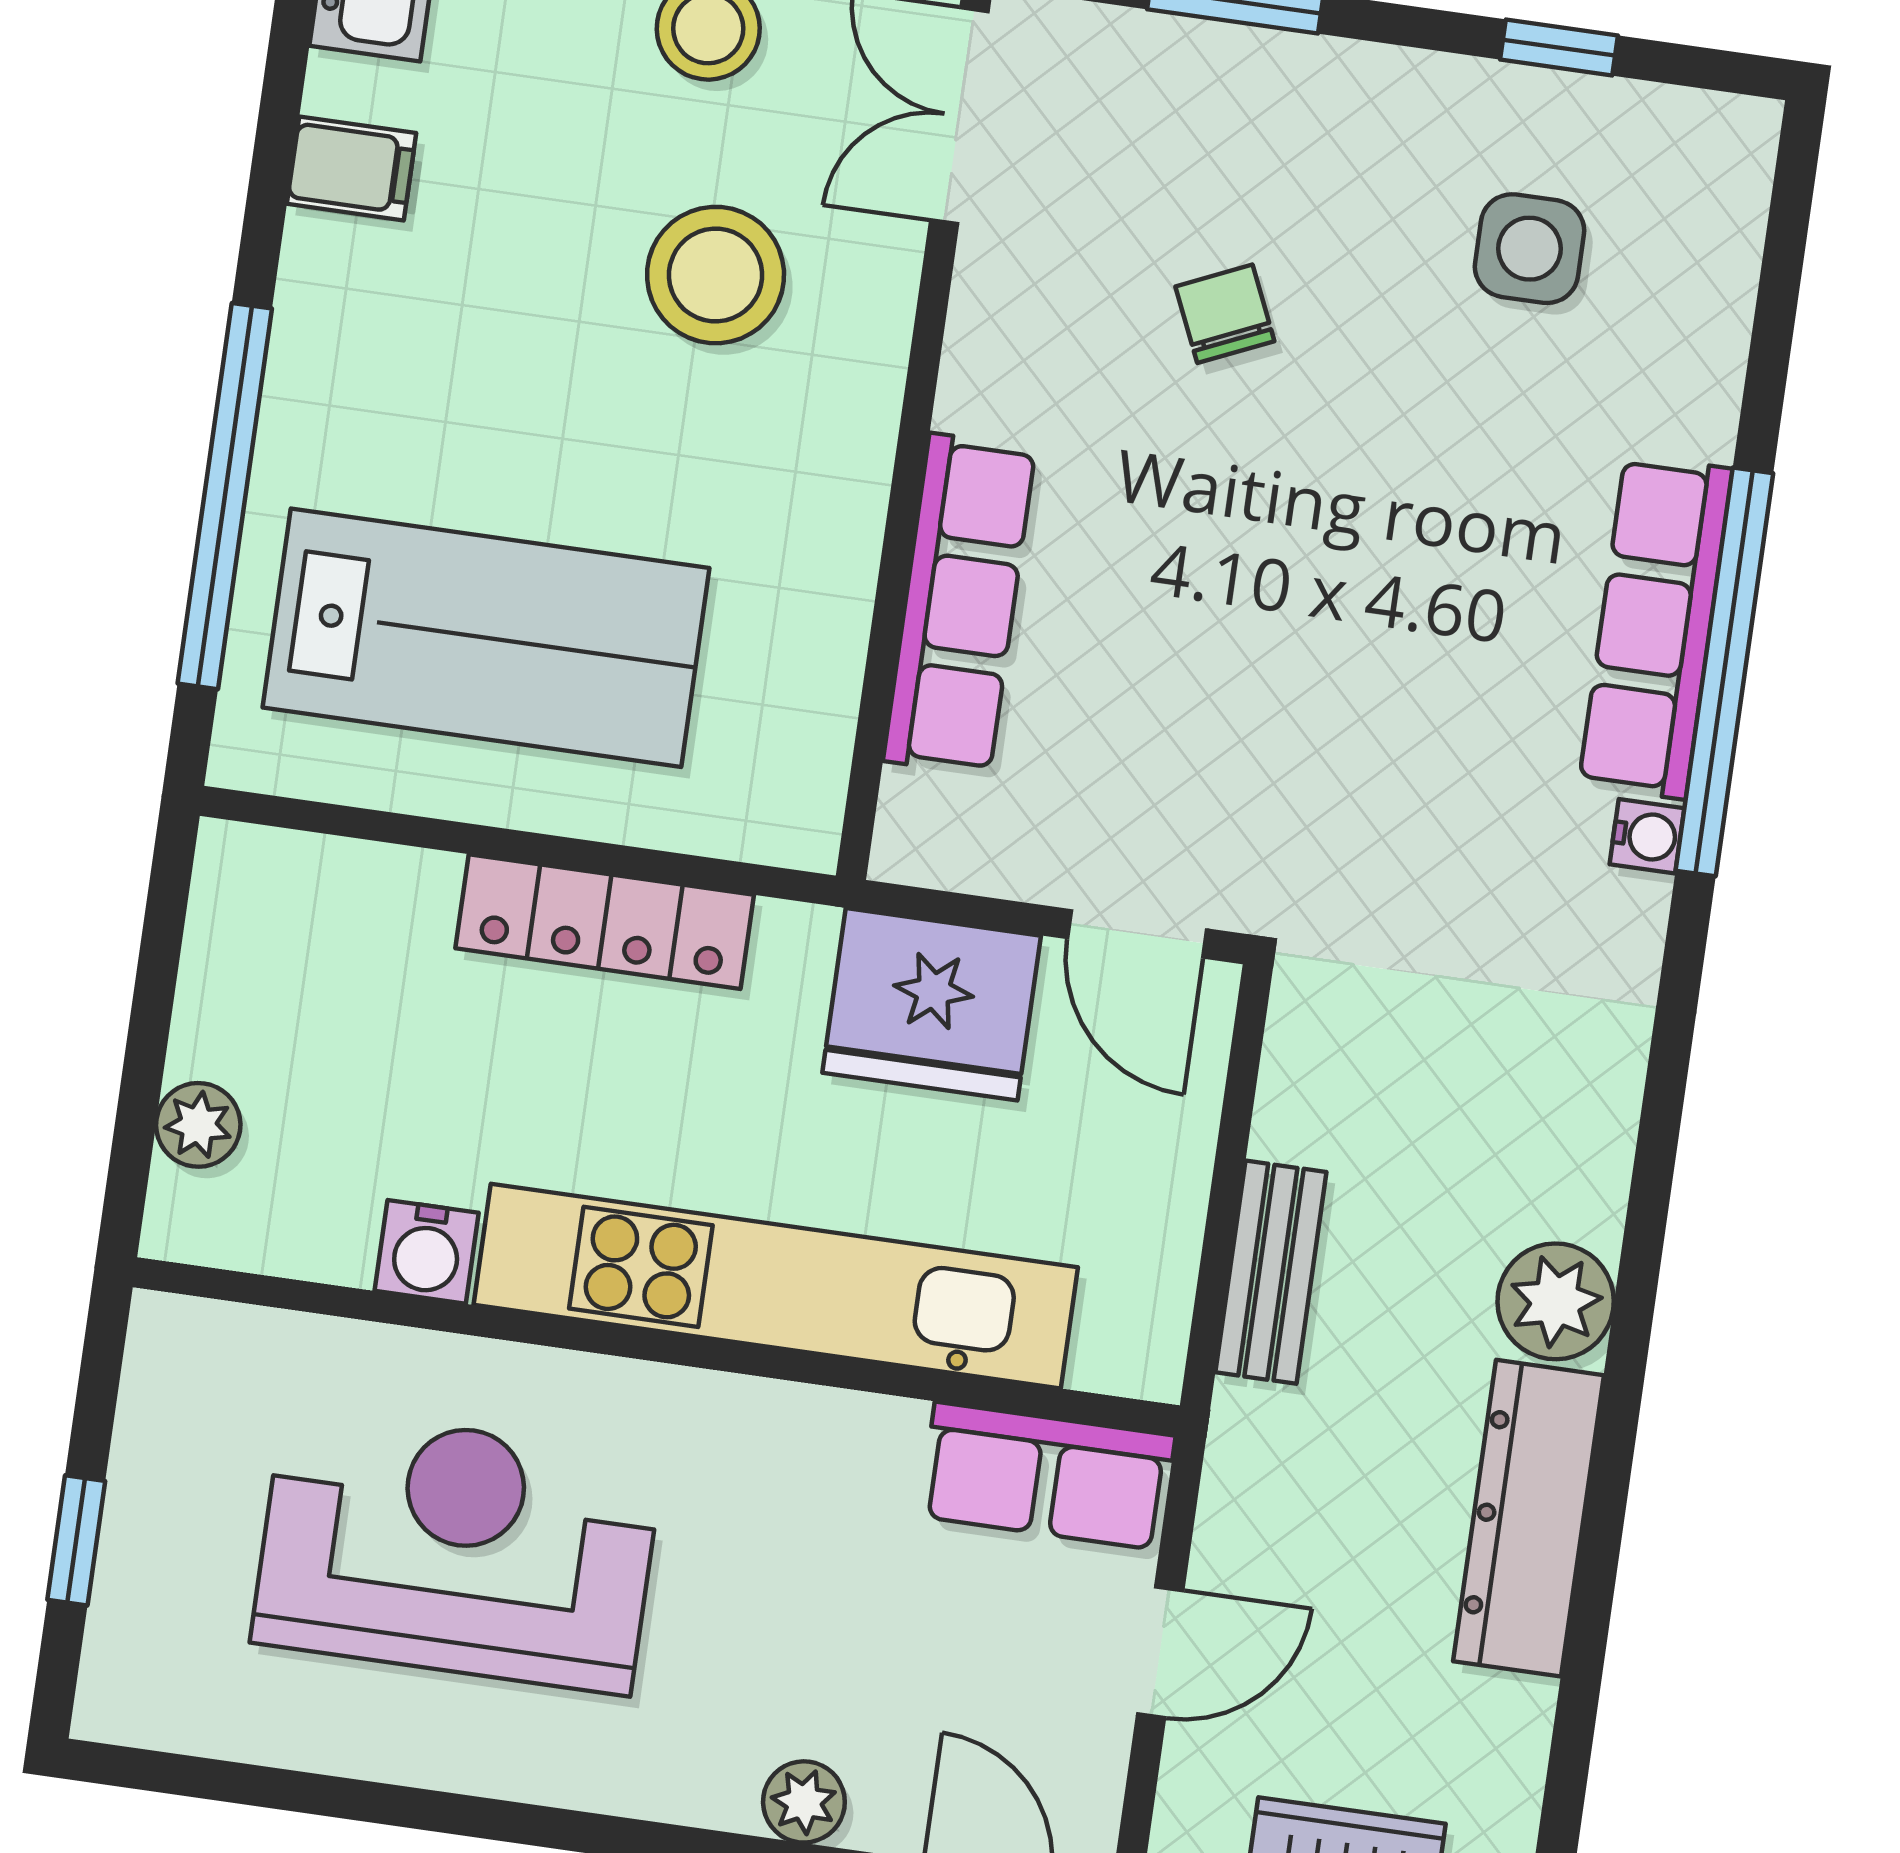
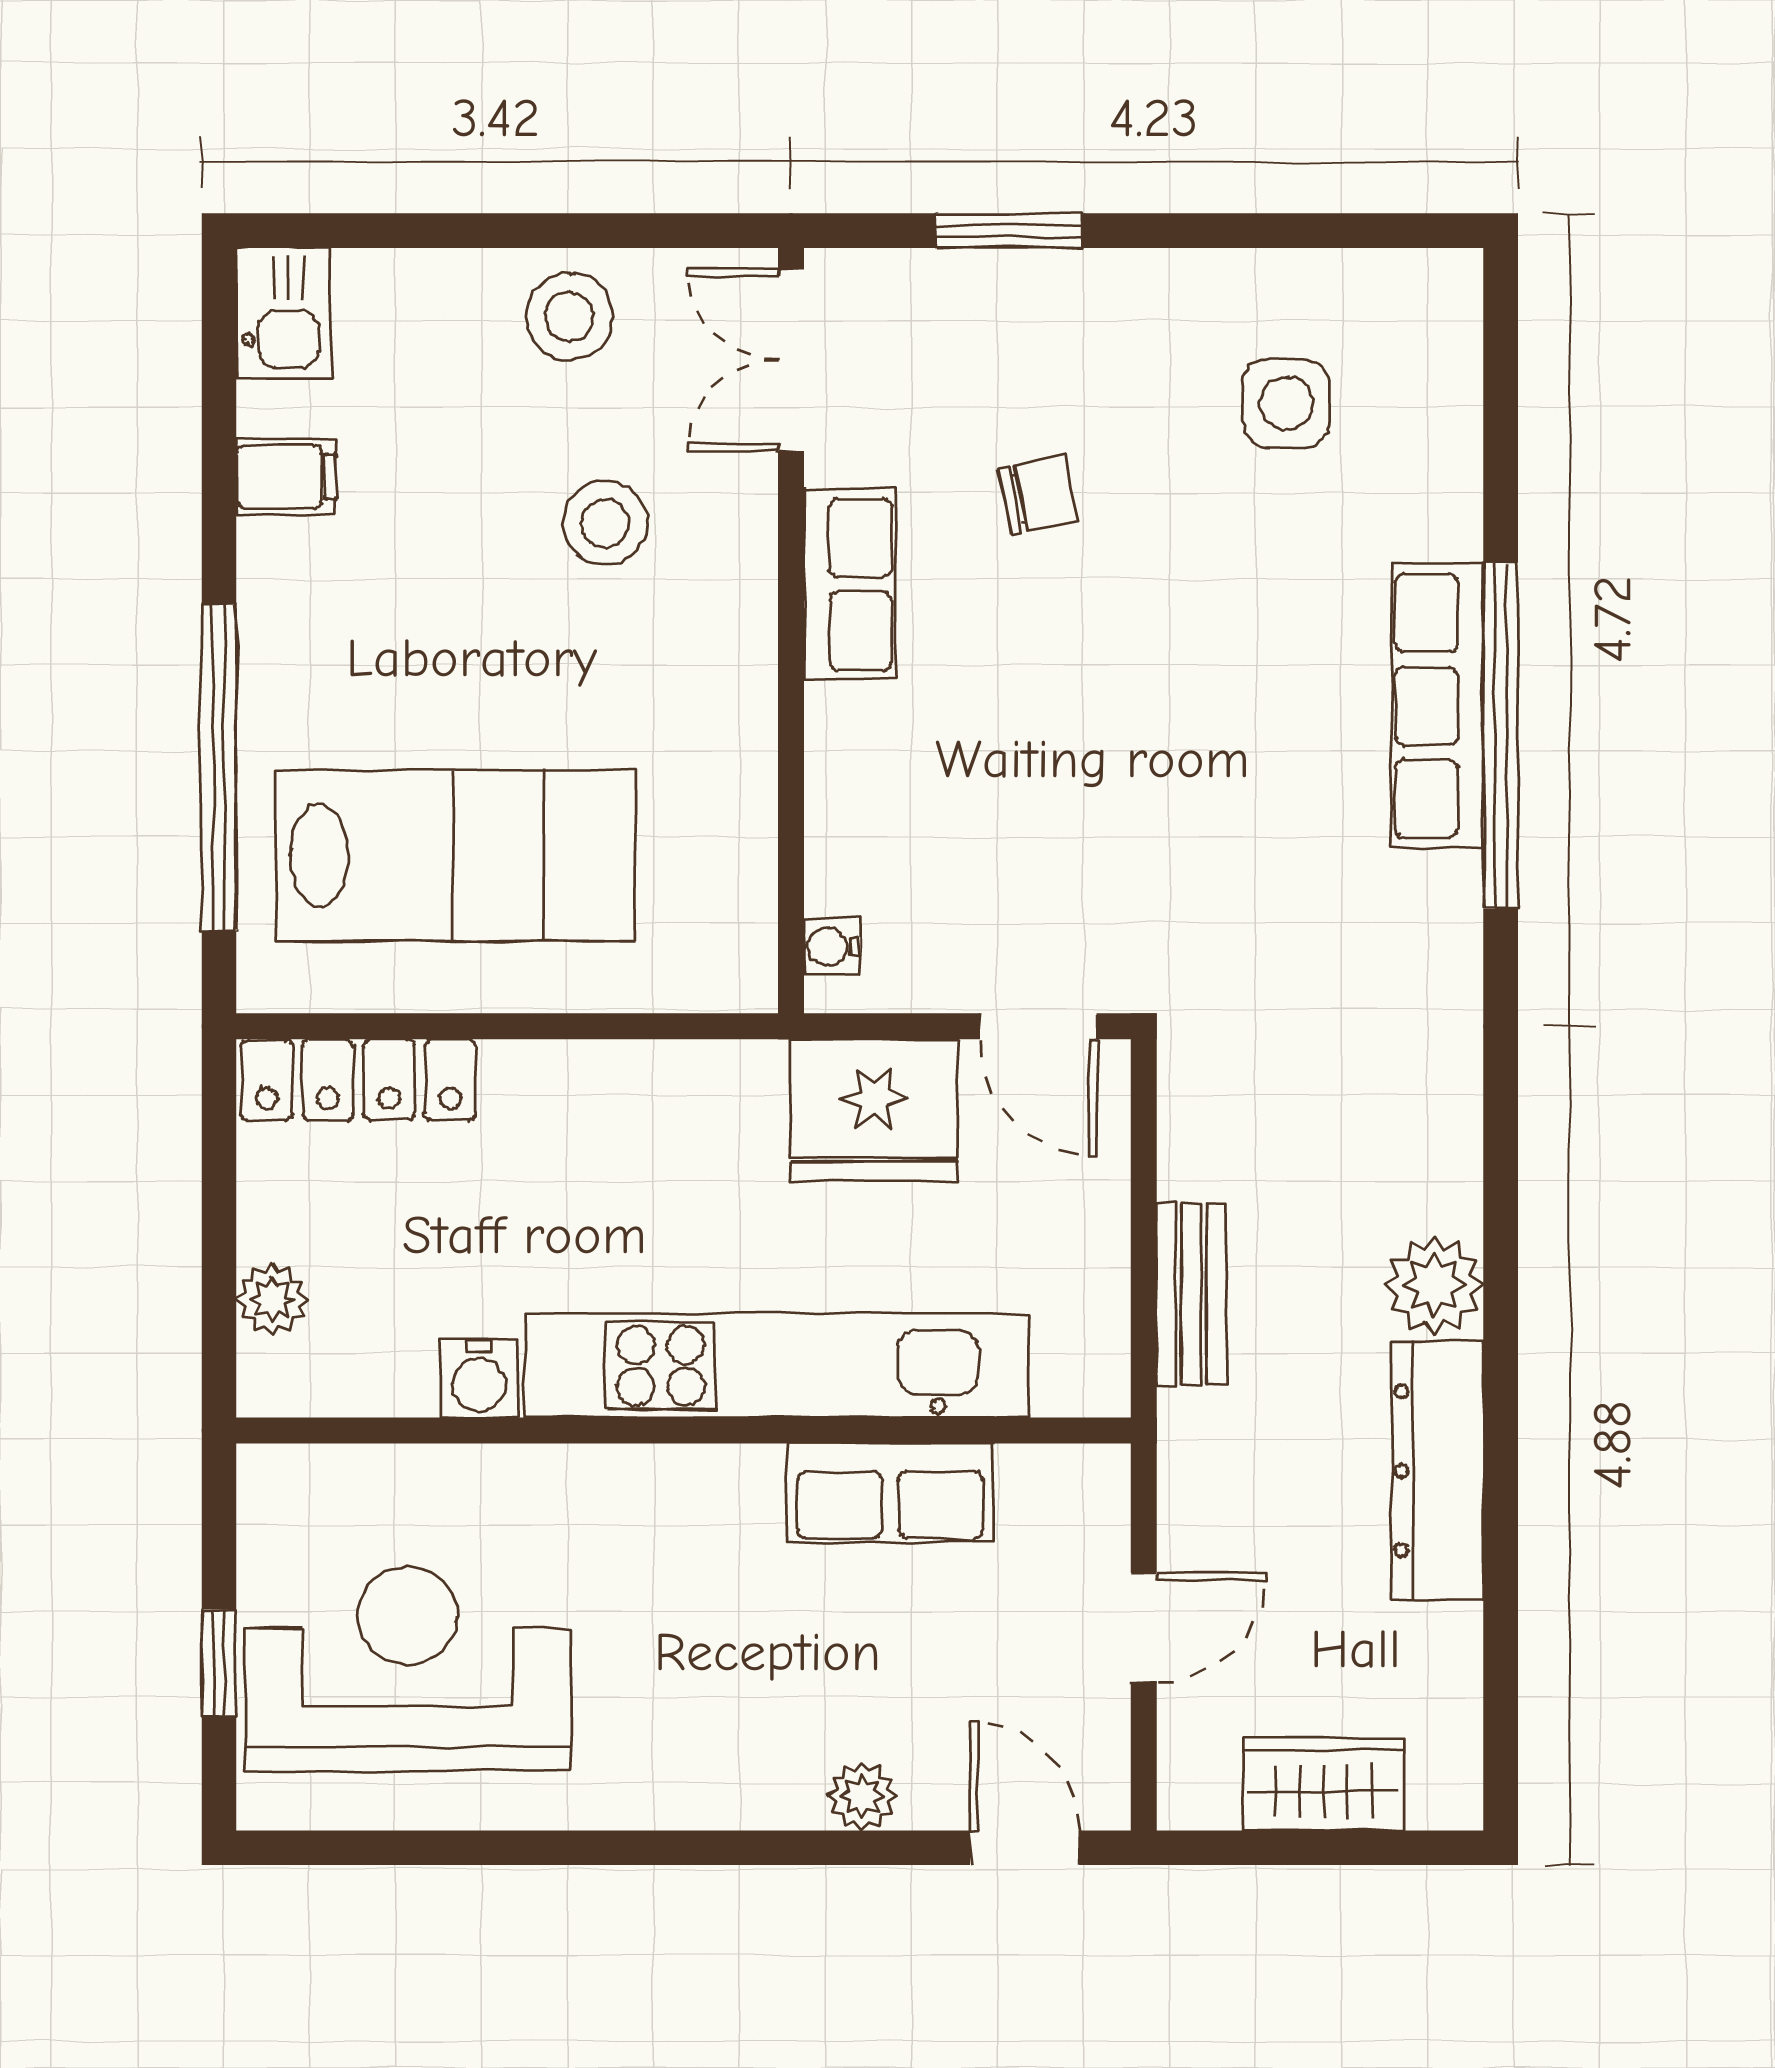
window: (1559, 47) -> (1287, 231), removed
stool: (716, 275) -> (605, 523), width x0.73, depth x0.73
chair: (1225, 314) -> (1038, 495), turned 102
row of seats: (959, 604) -> (850, 584), moved, width x0.68
water cooler: (1647, 836) -> (832, 946), moved, turned 180
locker: (605, 922) -> (358, 1080), moved
row of seats: (1047, 1476) -> (890, 1493), moved
reception desk: (457, 1550) -> (408, 1669), moved

